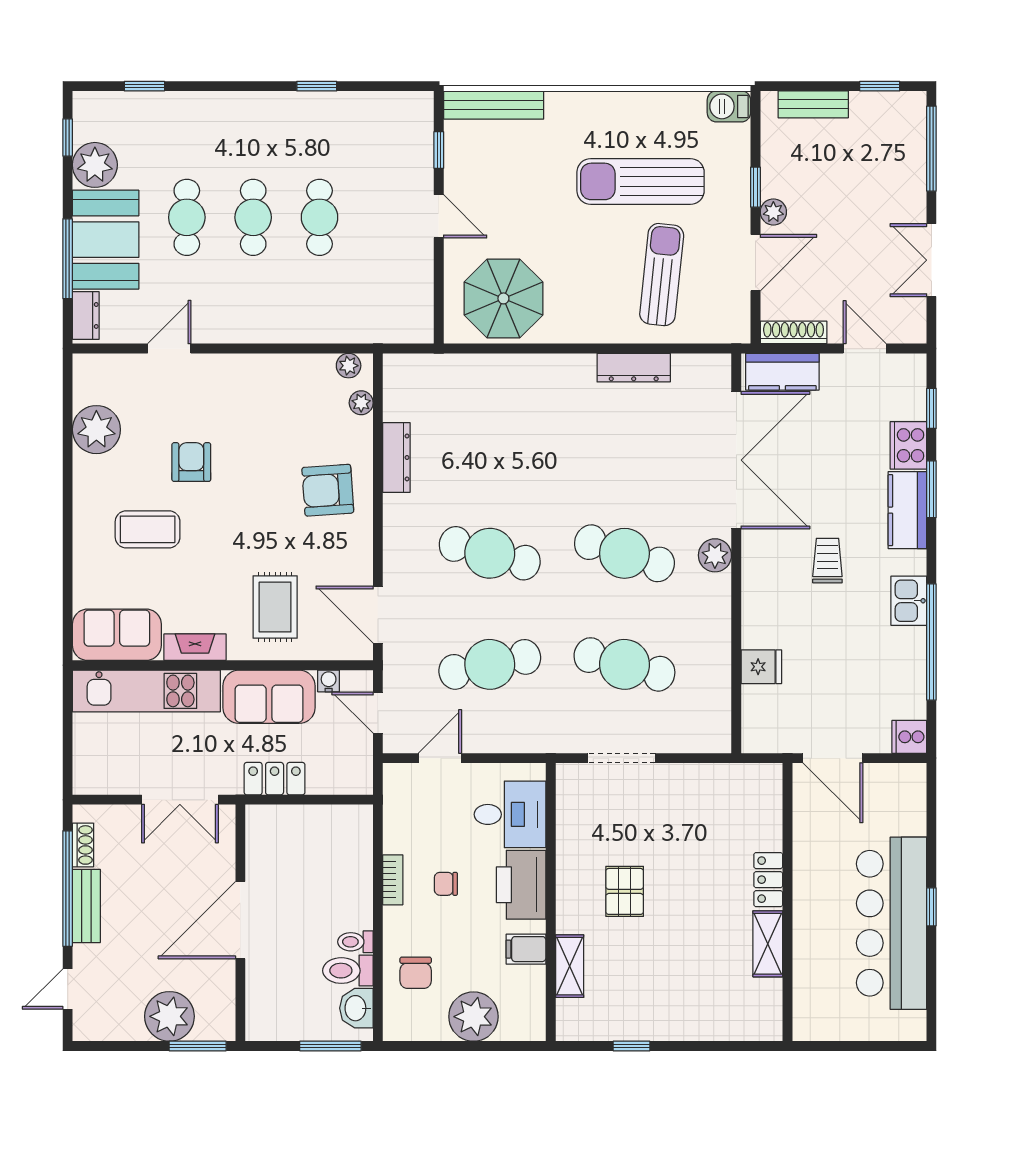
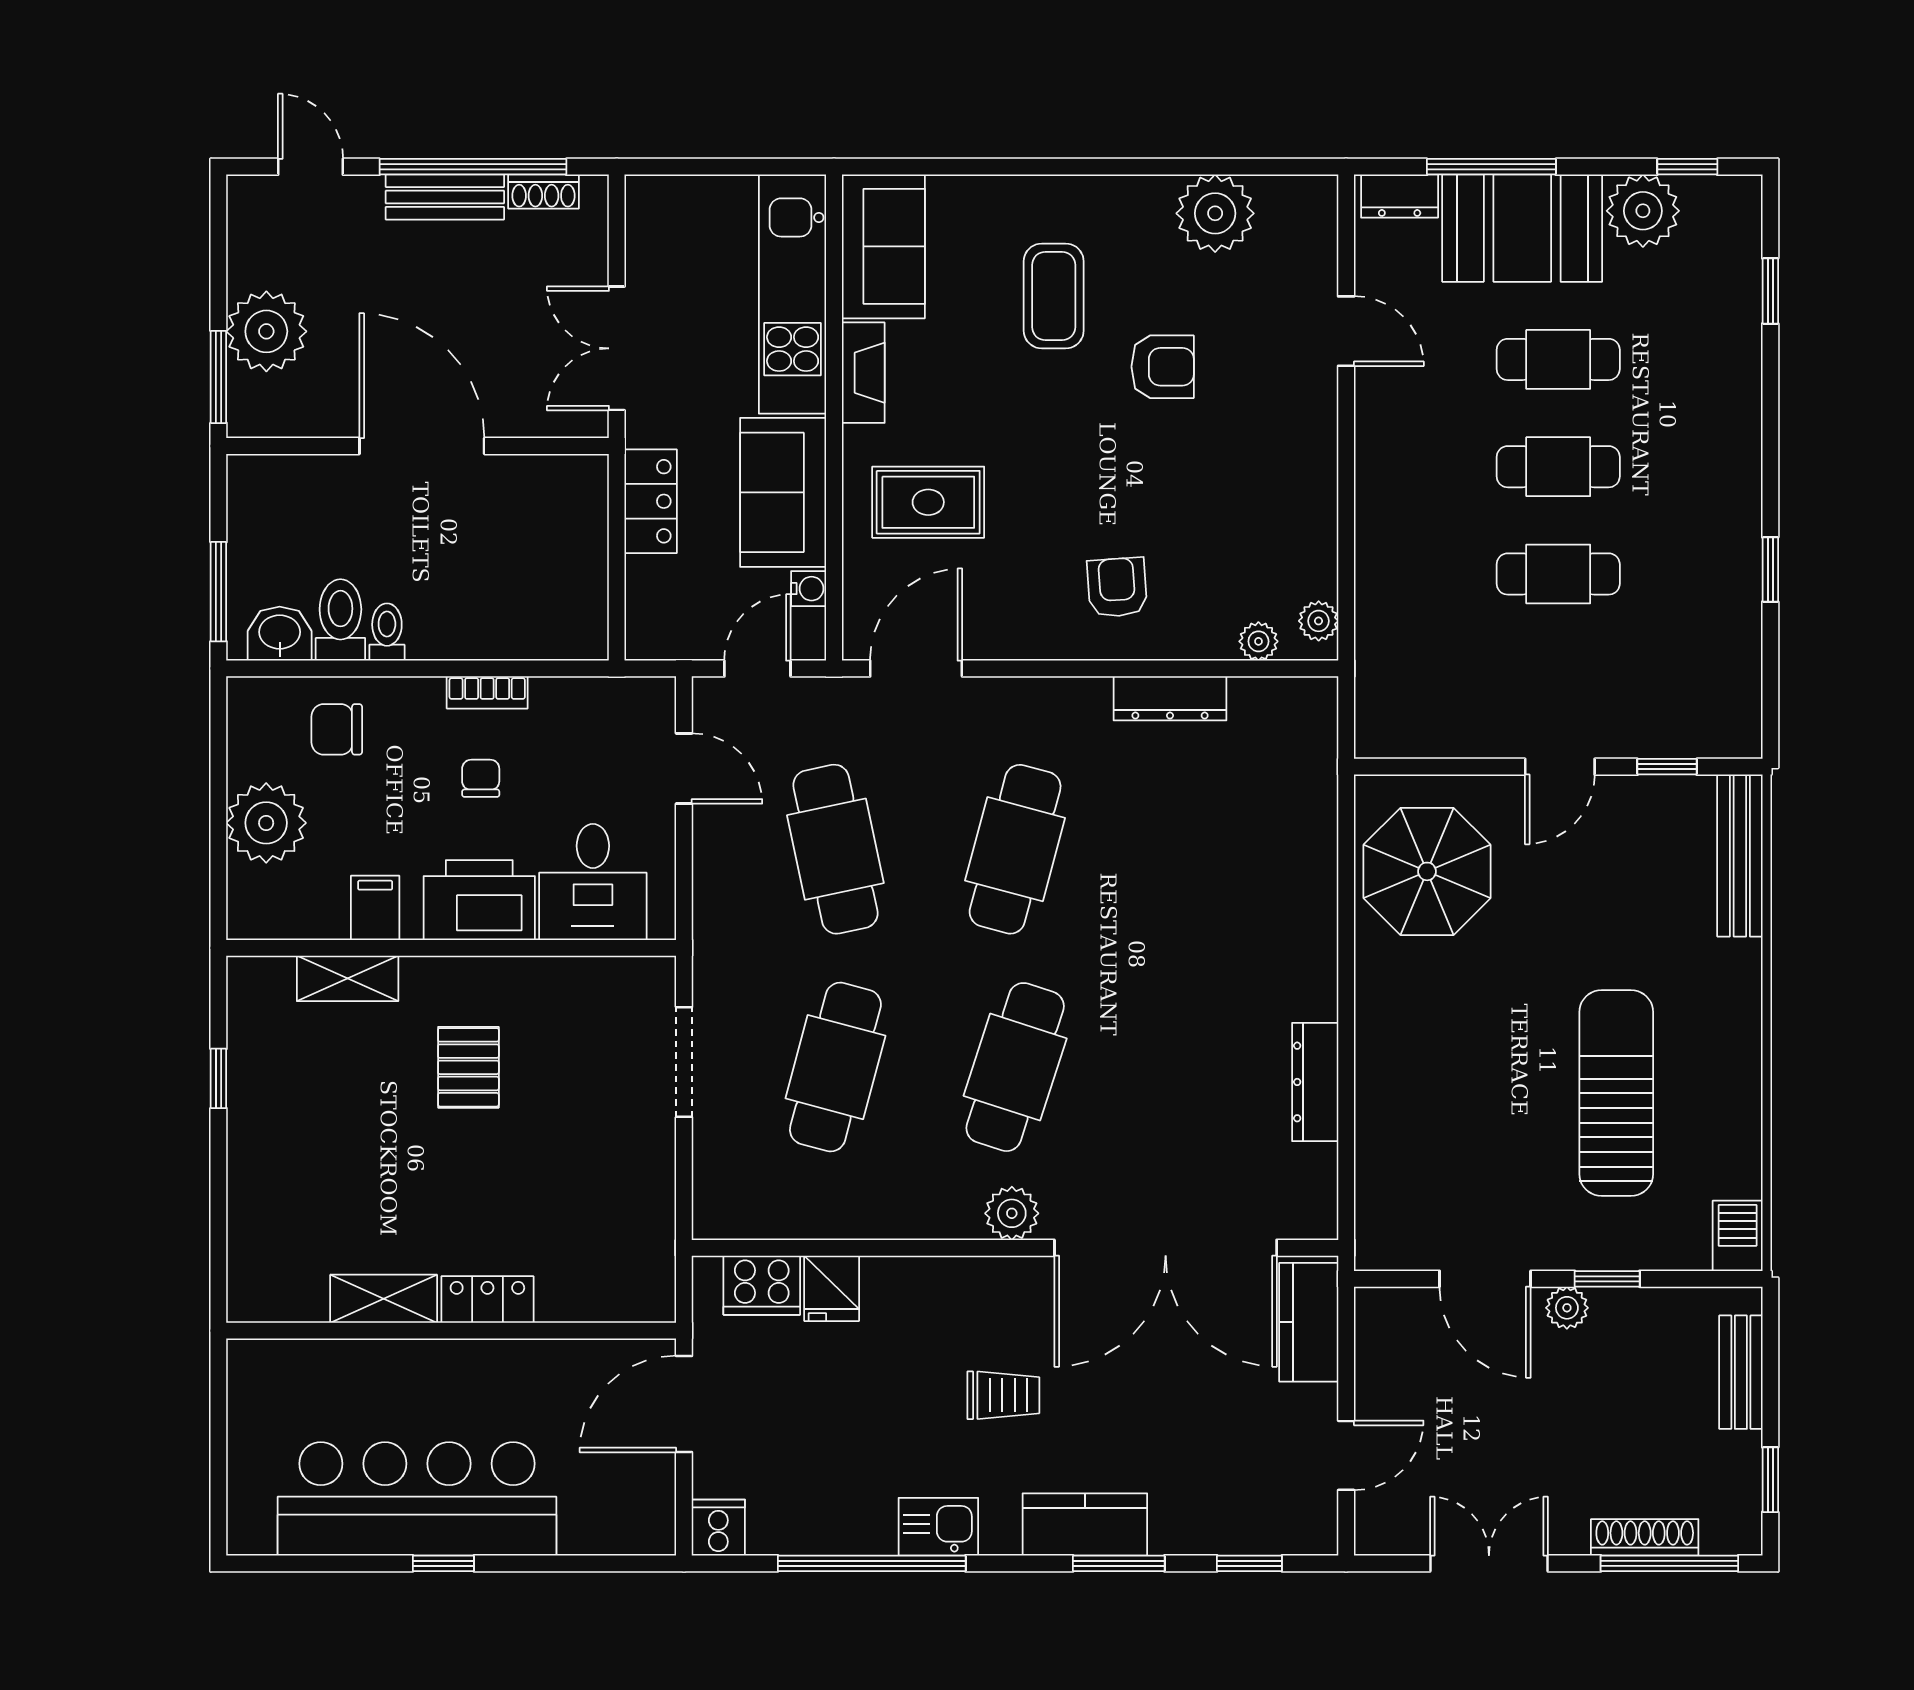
sun lounger: (662, 275) -> (1466, 1127), removed
shoe rack: (794, 332) -> (1645, 1537), moved, turned -90
cooker: (908, 445) -> (762, 1285), moved, turned 180
armchair: (328, 490) -> (1117, 587), width x0.72, depth x0.72
pallet: (625, 891) -> (468, 1067), turned 90

